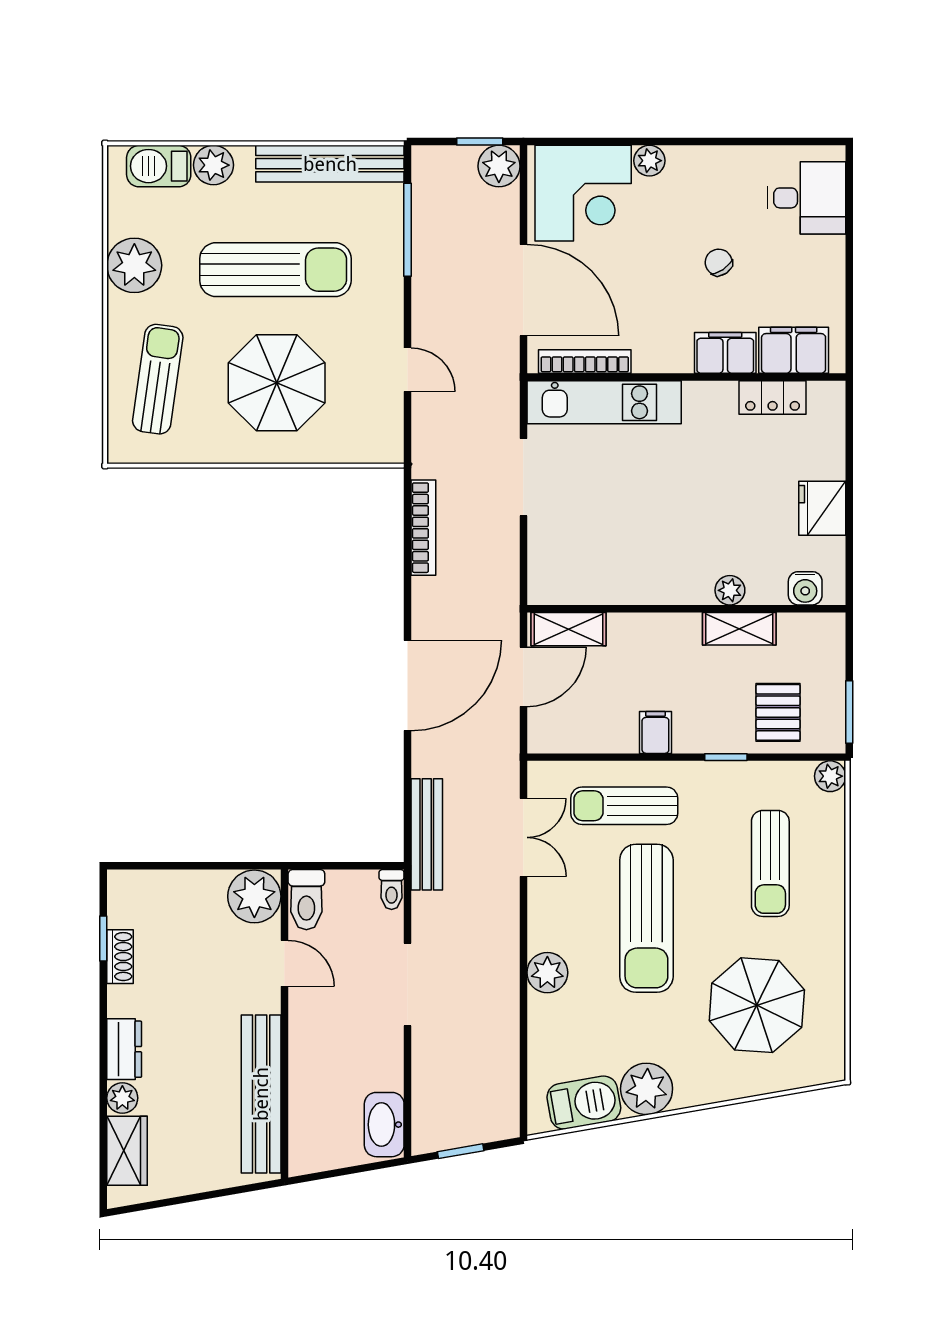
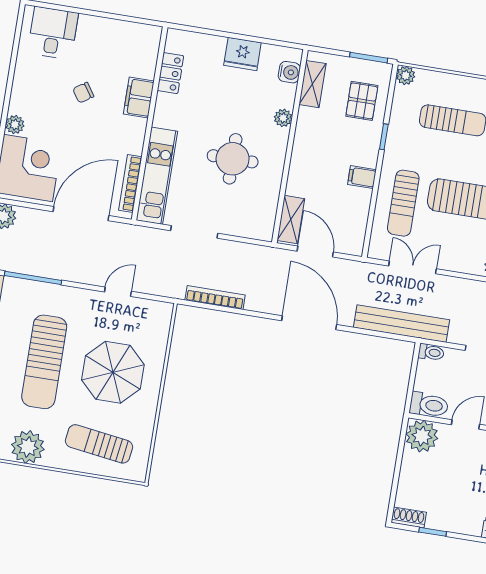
sun lounger: (275, 270) -> (44, 362), turned 180
filing cabinet: (794, 350) -> (144, 56), removed
round table: (651, 520) -> (233, 159), added
shelving: (739, 629) -> (313, 84), moved
pallet: (778, 712) -> (362, 101), turned 90
bench: (427, 834) -> (402, 324), width x1.37, depth x1.21
shoe rack: (120, 957) -> (409, 517), moved

